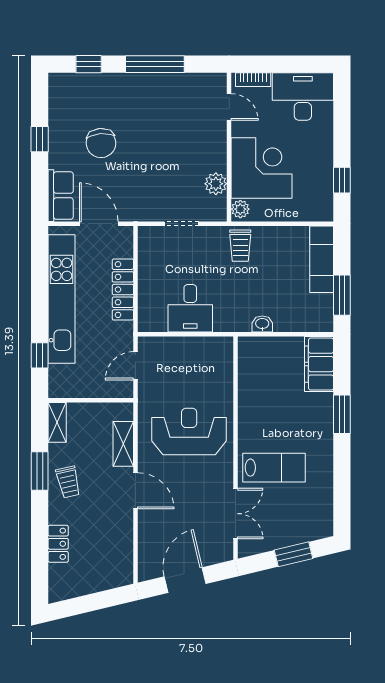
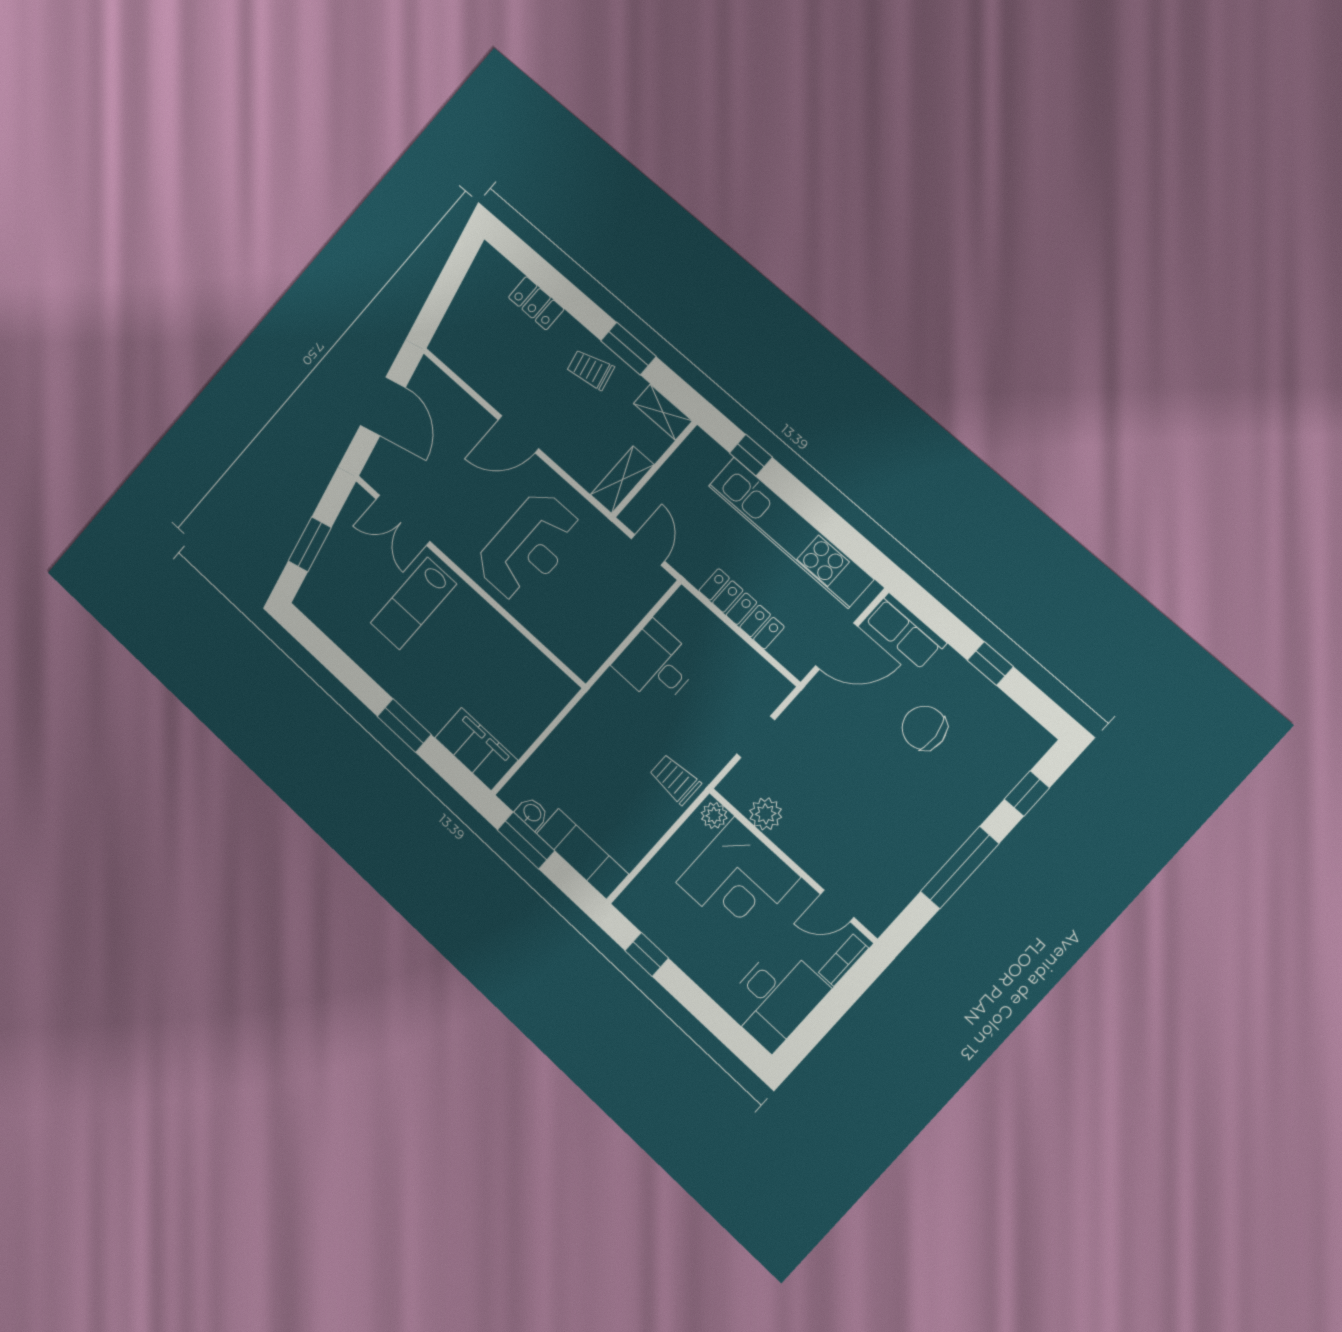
washbasin: (262, 324) -> (532, 813), moved, turned -90
shelving: (123, 444) -> (622, 480), moved, turned 90

